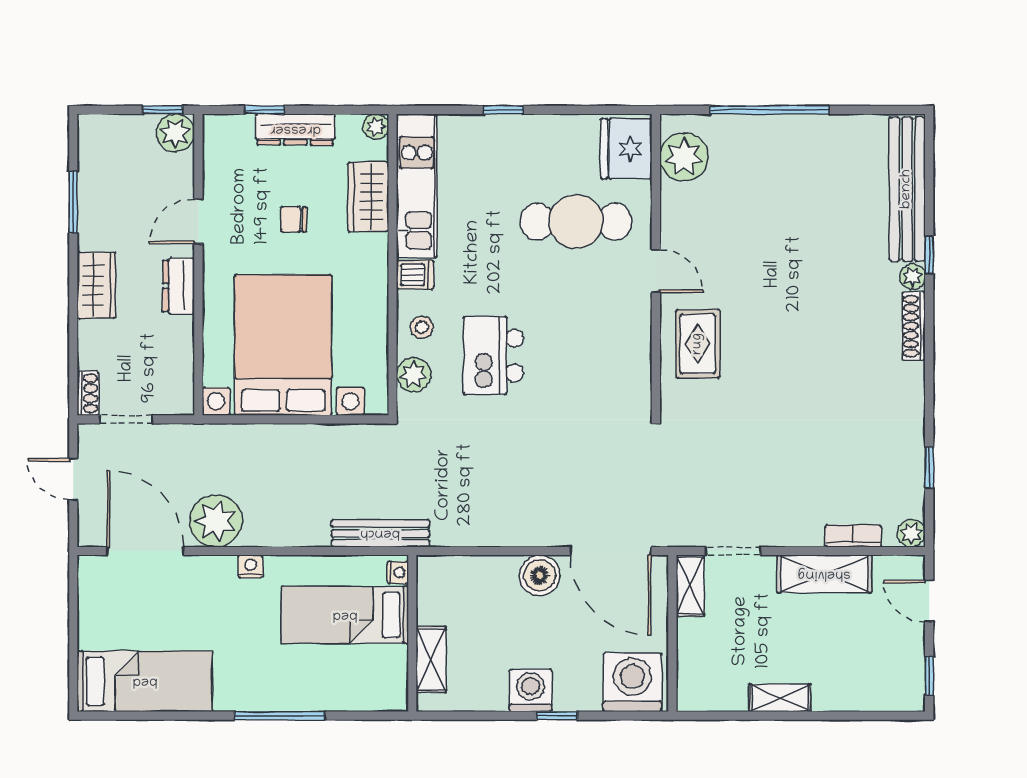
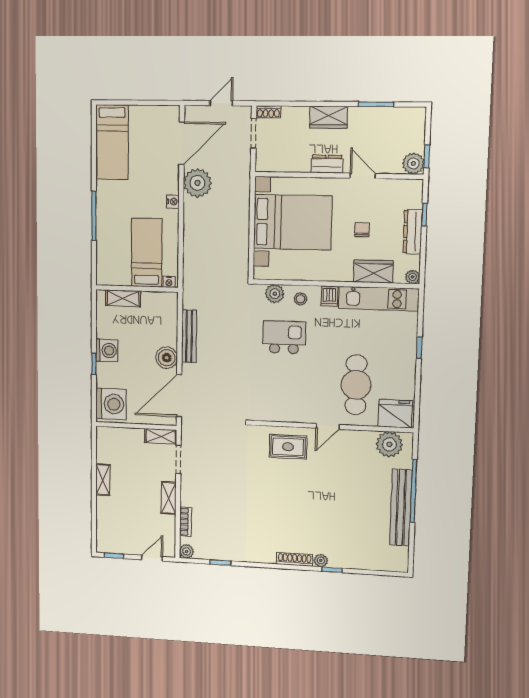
bench: (907, 189) -> (401, 508), moved, turned 90
bench: (380, 533) -> (189, 336), moved
shelving: (824, 574) -> (169, 498), width x0.67, depth x0.75

